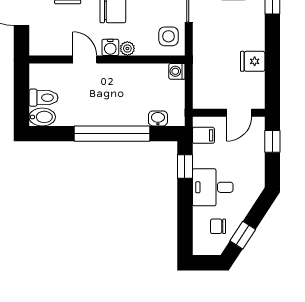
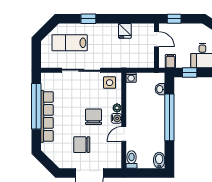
toilet: (43, 98) -> (132, 159), moved

